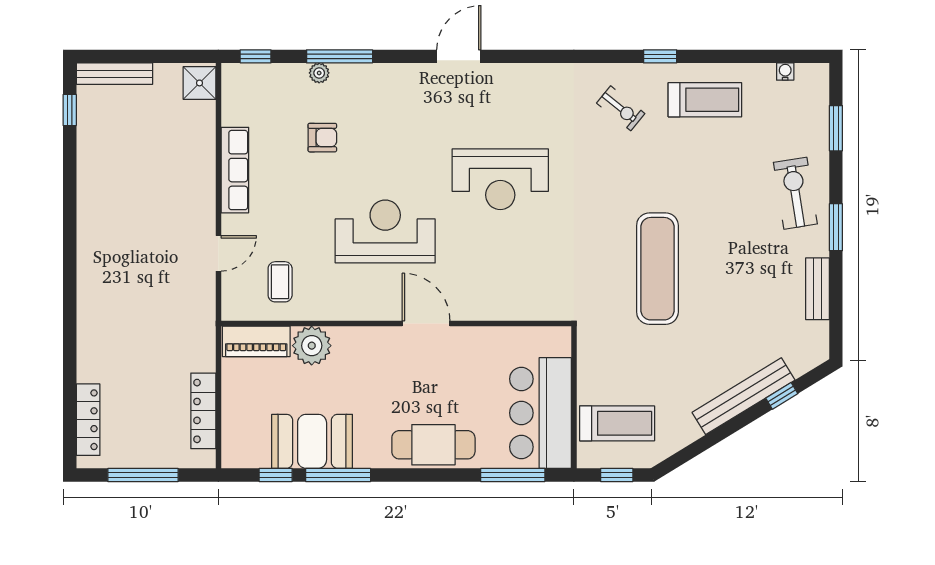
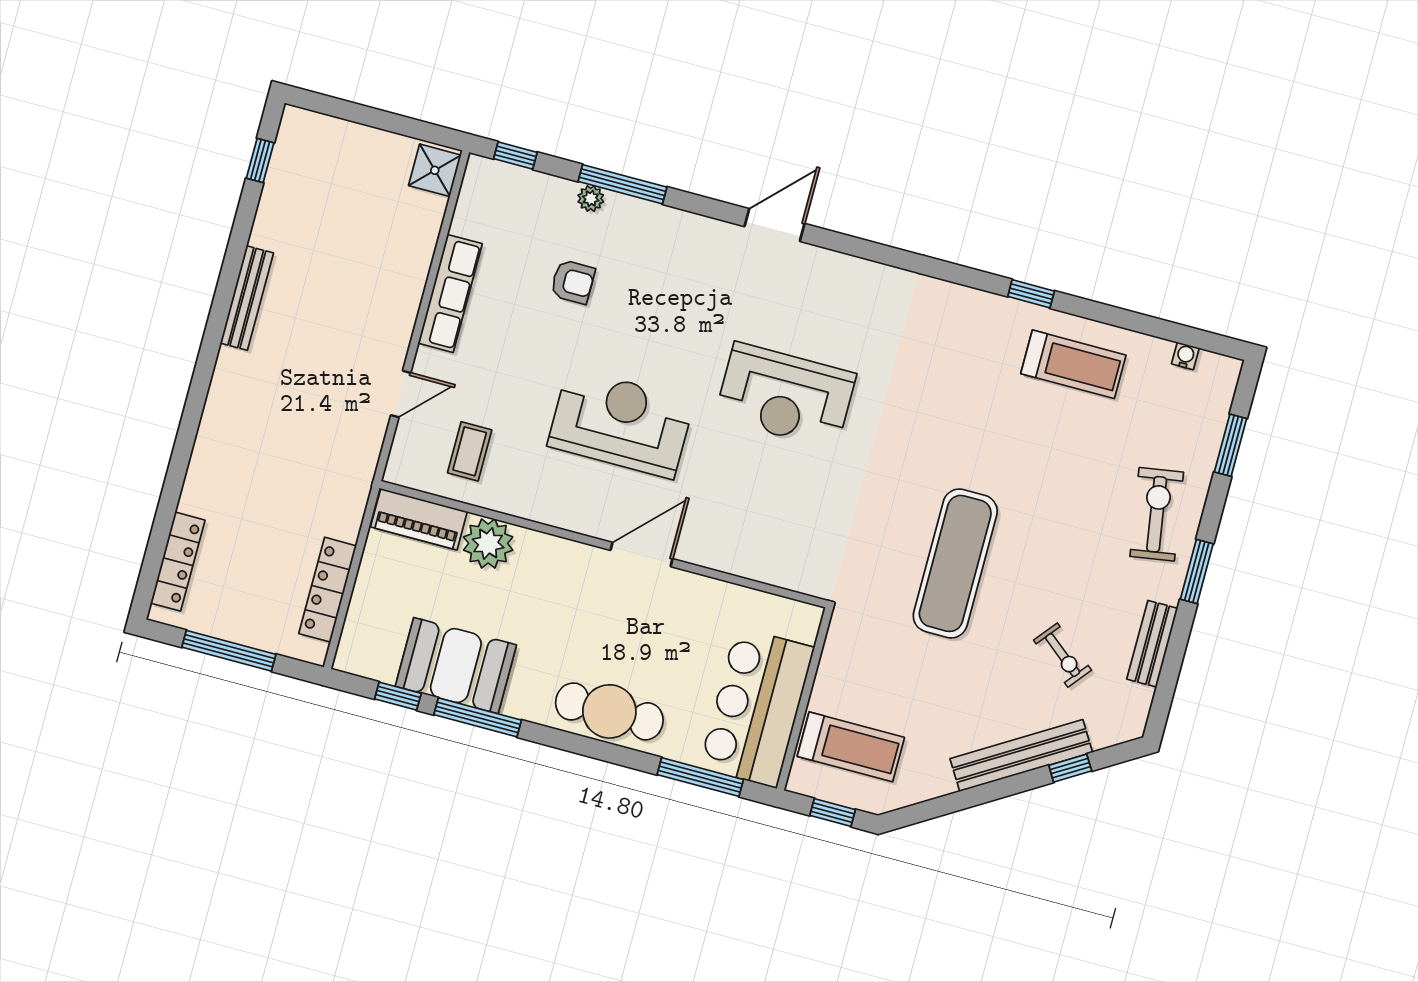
bench: (114, 74) -> (247, 298), moved, turned 90
exercise bike: (621, 108) -> (1063, 655), moved
door: (426, 324) -> (641, 554), hinge flipped

